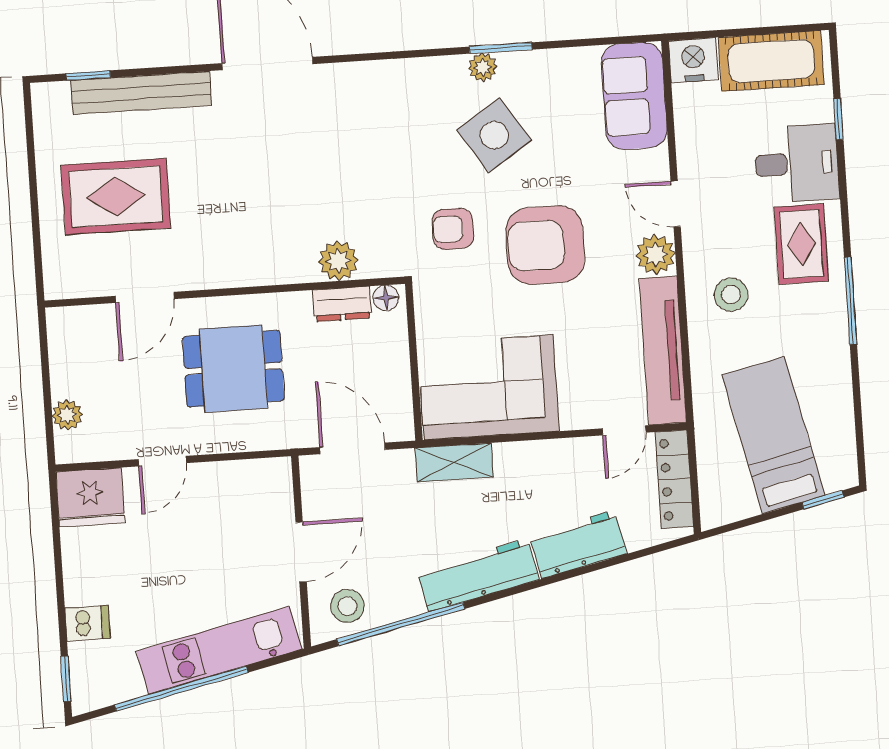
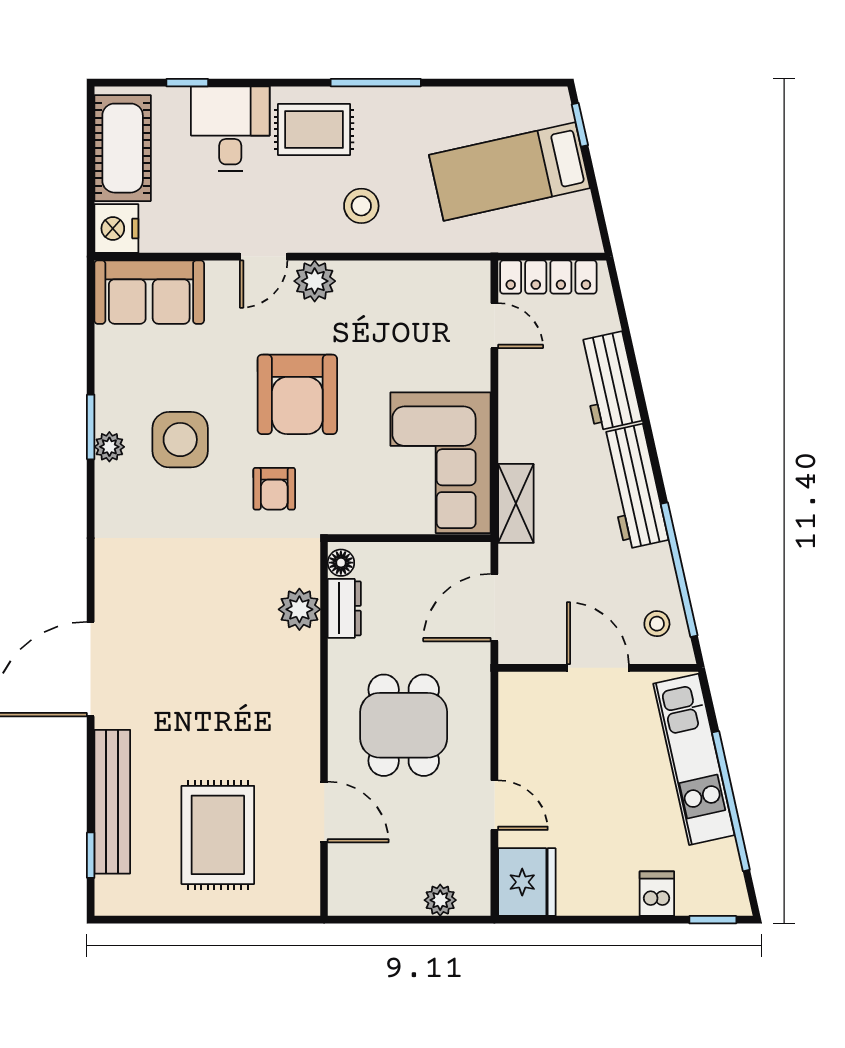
side table: (494, 135) -> (180, 440), turned 33
tv unit: (663, 351) -> (415, 280), removed
stool: (347, 606) -> (657, 624), width x0.73, depth x0.73

